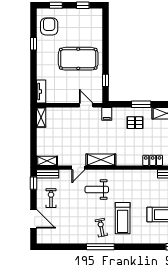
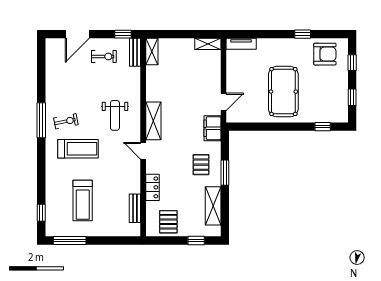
window: (105, 80) -> (323, 127), moved
filing cabinet: (107, 114) -> (212, 128), width x2.00
door: (78, 168) -> (143, 151), moved
weight bench: (97, 190) -> (115, 115), turned 180
treadmill: (123, 218) -> (78, 149), turned 180

